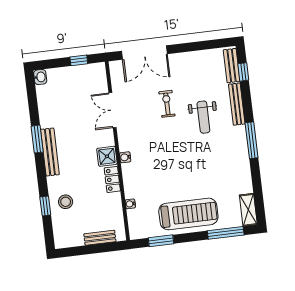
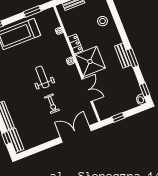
weight bench: (203, 117) -> (42, 77), moved
bench: (50, 152) -> (123, 56), width x0.73
shower: (107, 156) -> (90, 62), width x1.86, depth x1.86
window: (45, 206) -> (145, 90), moved

